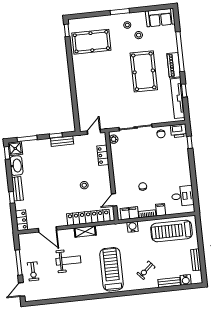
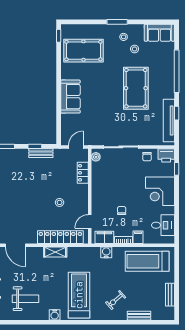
piano: (174, 65) -> (168, 85), removed
sofa: (84, 86) -> (70, 97), added
corner desk: (176, 165) -> (160, 191), added
weight bench: (68, 261) -> (25, 299), moved
water cooler: (186, 280) -> (55, 315), moved

